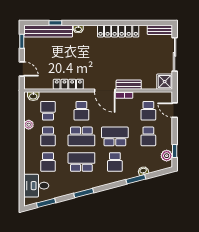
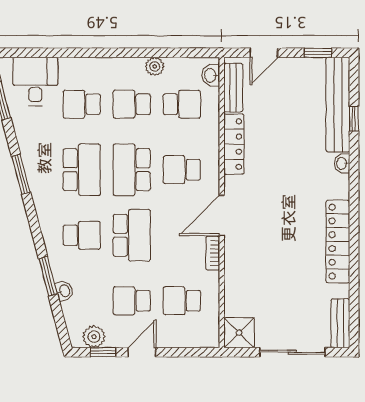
bench: (129, 85) -> (233, 88), moved
door: (175, 110) -> (142, 352), moved
school desk: (115, 162) -> (82, 235), turned 180

